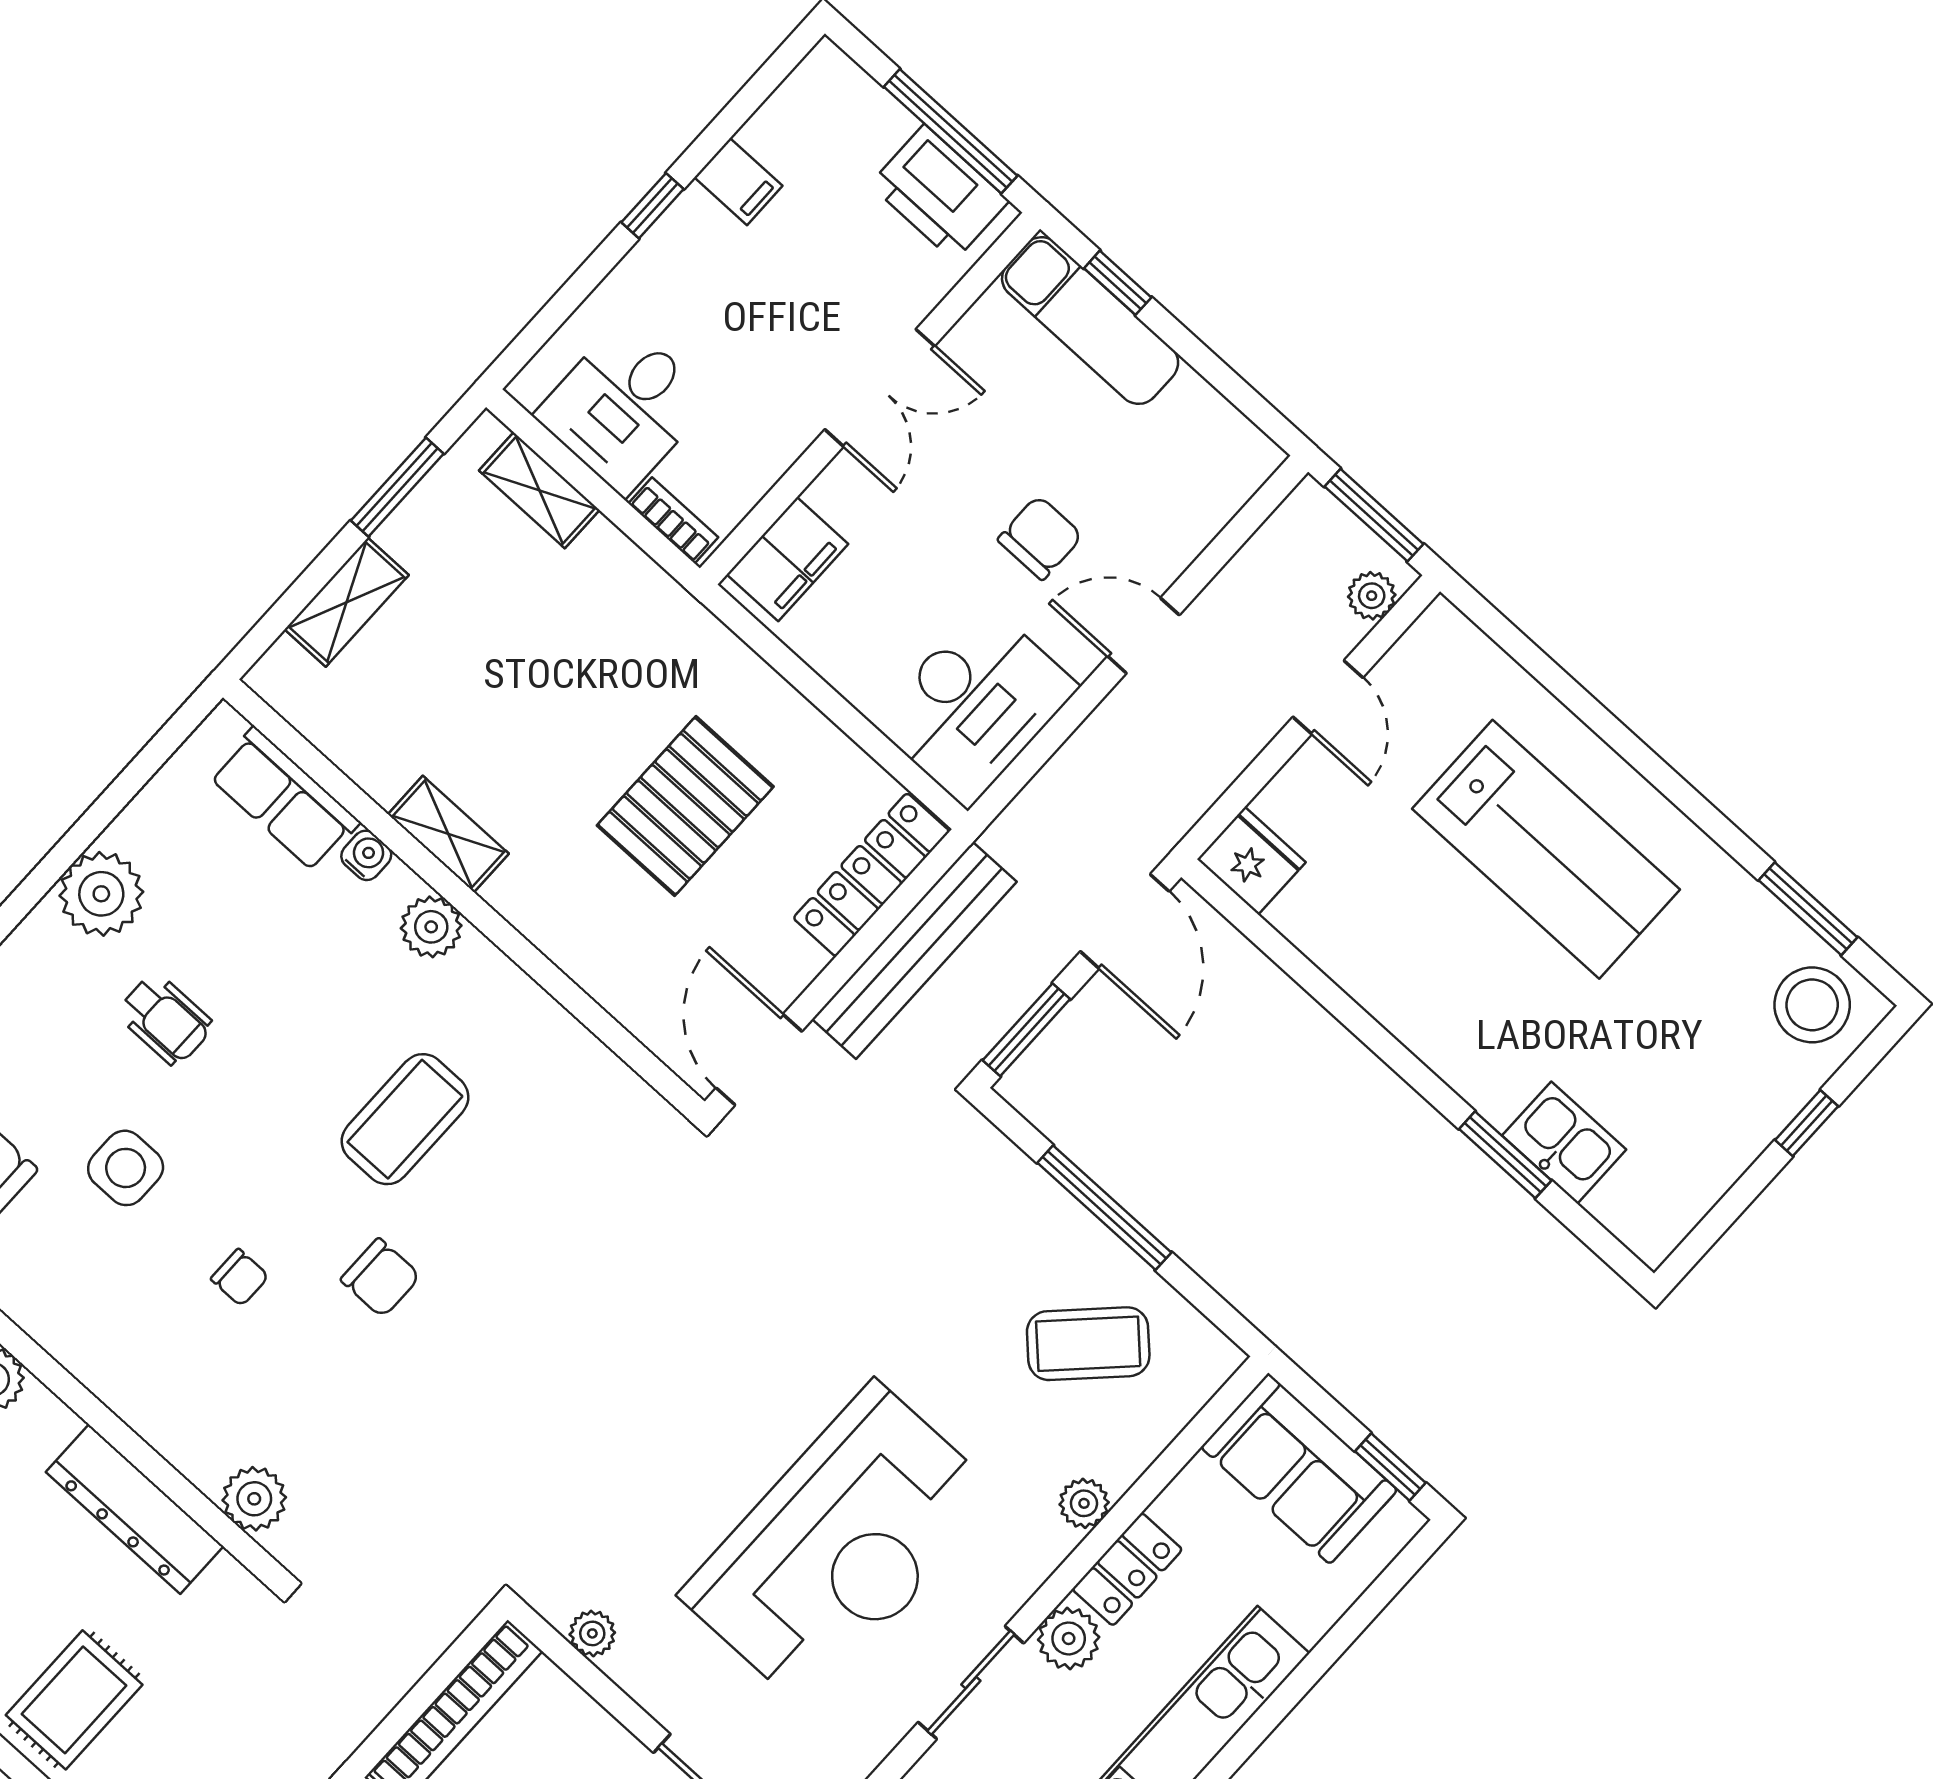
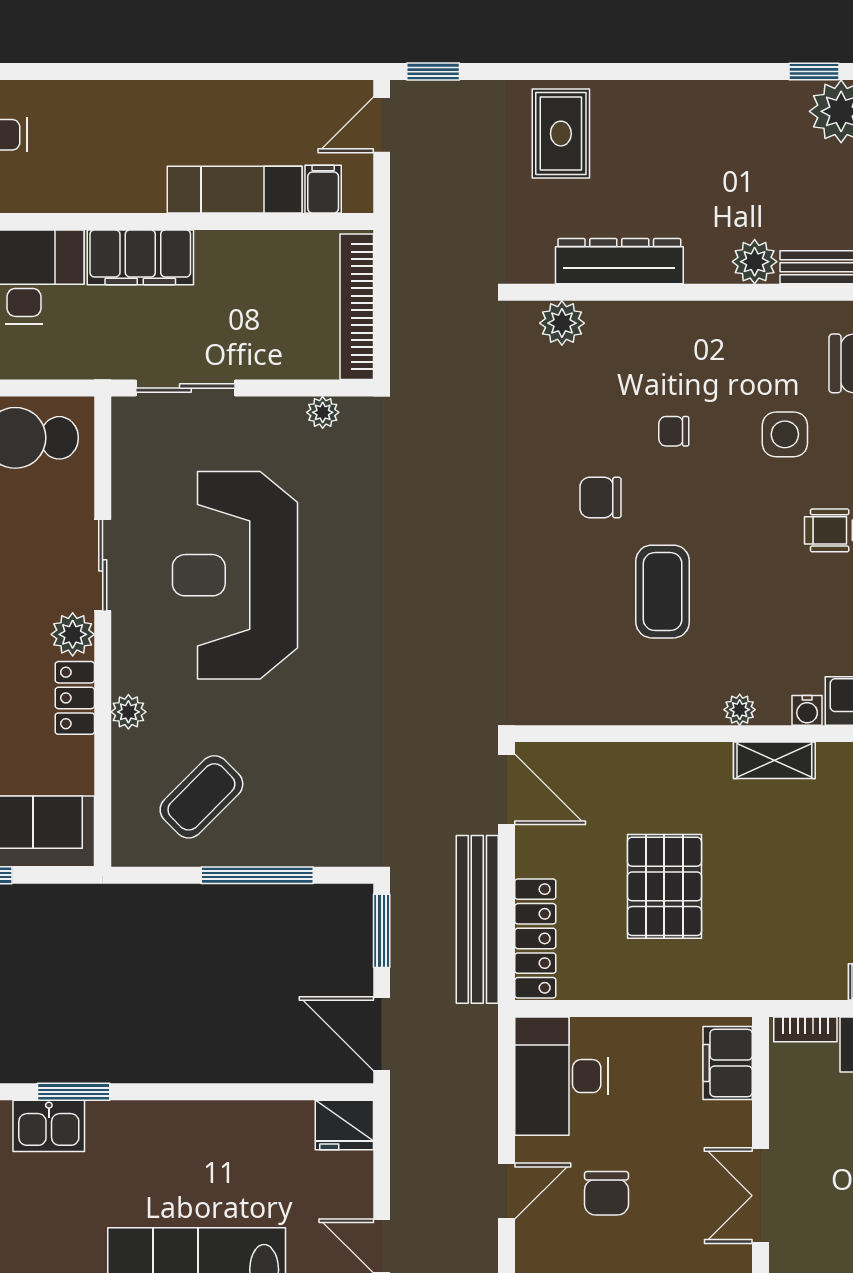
plant: (431, 927) -> (740, 710), width x0.73, depth x0.73

